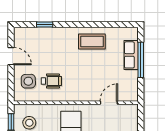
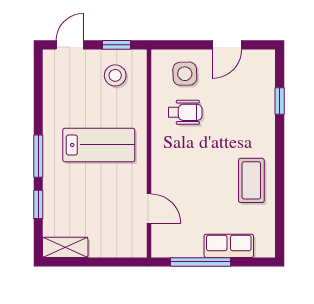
window: (141, 60) -> (201, 262), moved
wheelchair: (51, 81) -> (185, 112), turned -90

